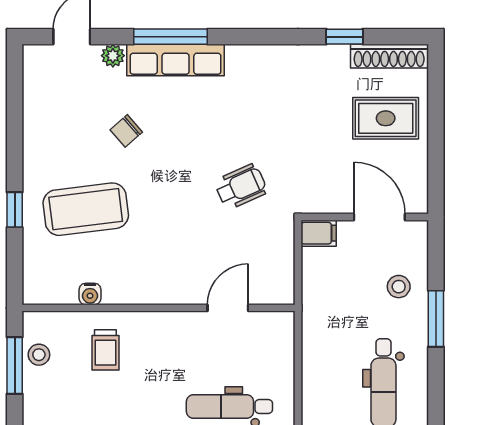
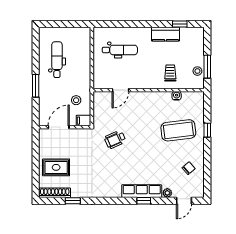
window: (170, 37) -> (144, 201), width x0.46
chair: (126, 131) -> (189, 168), moved
door: (379, 217) -> (59, 127), swing flipped
stool: (399, 287) -> (76, 100), moved

